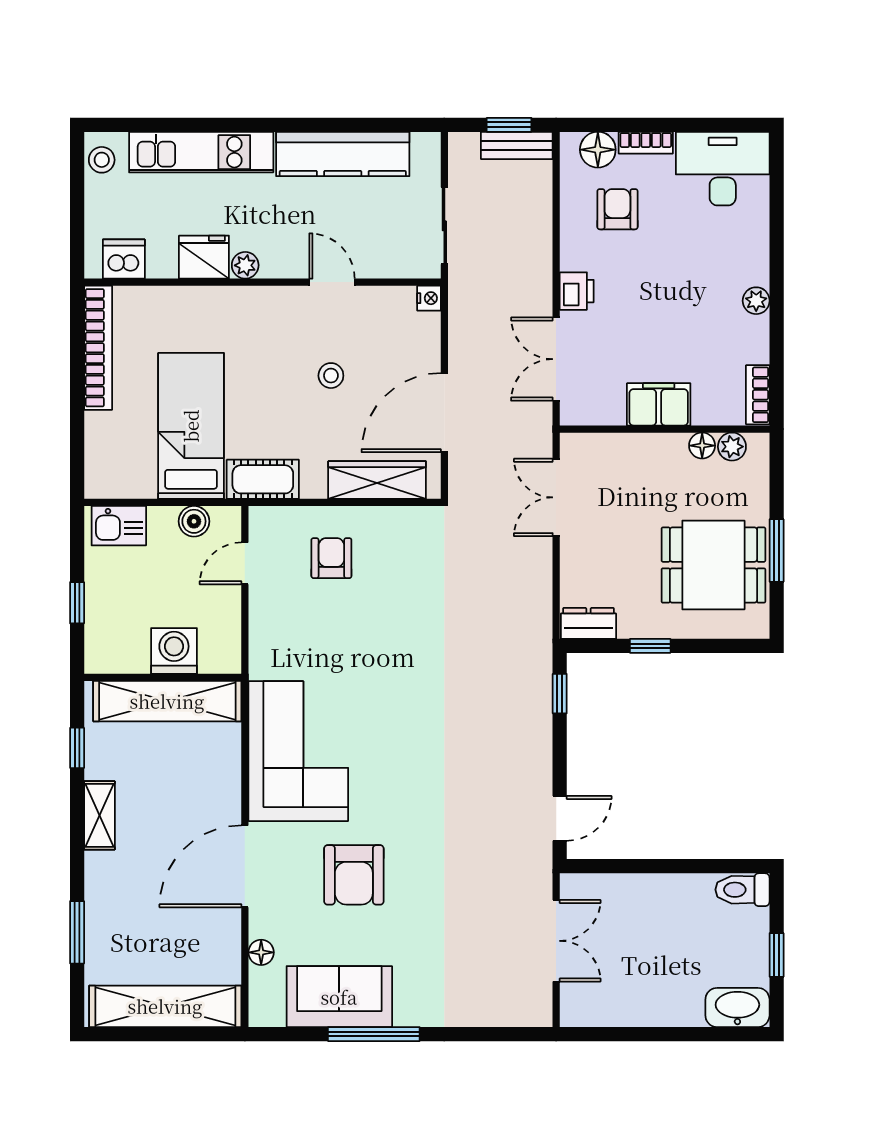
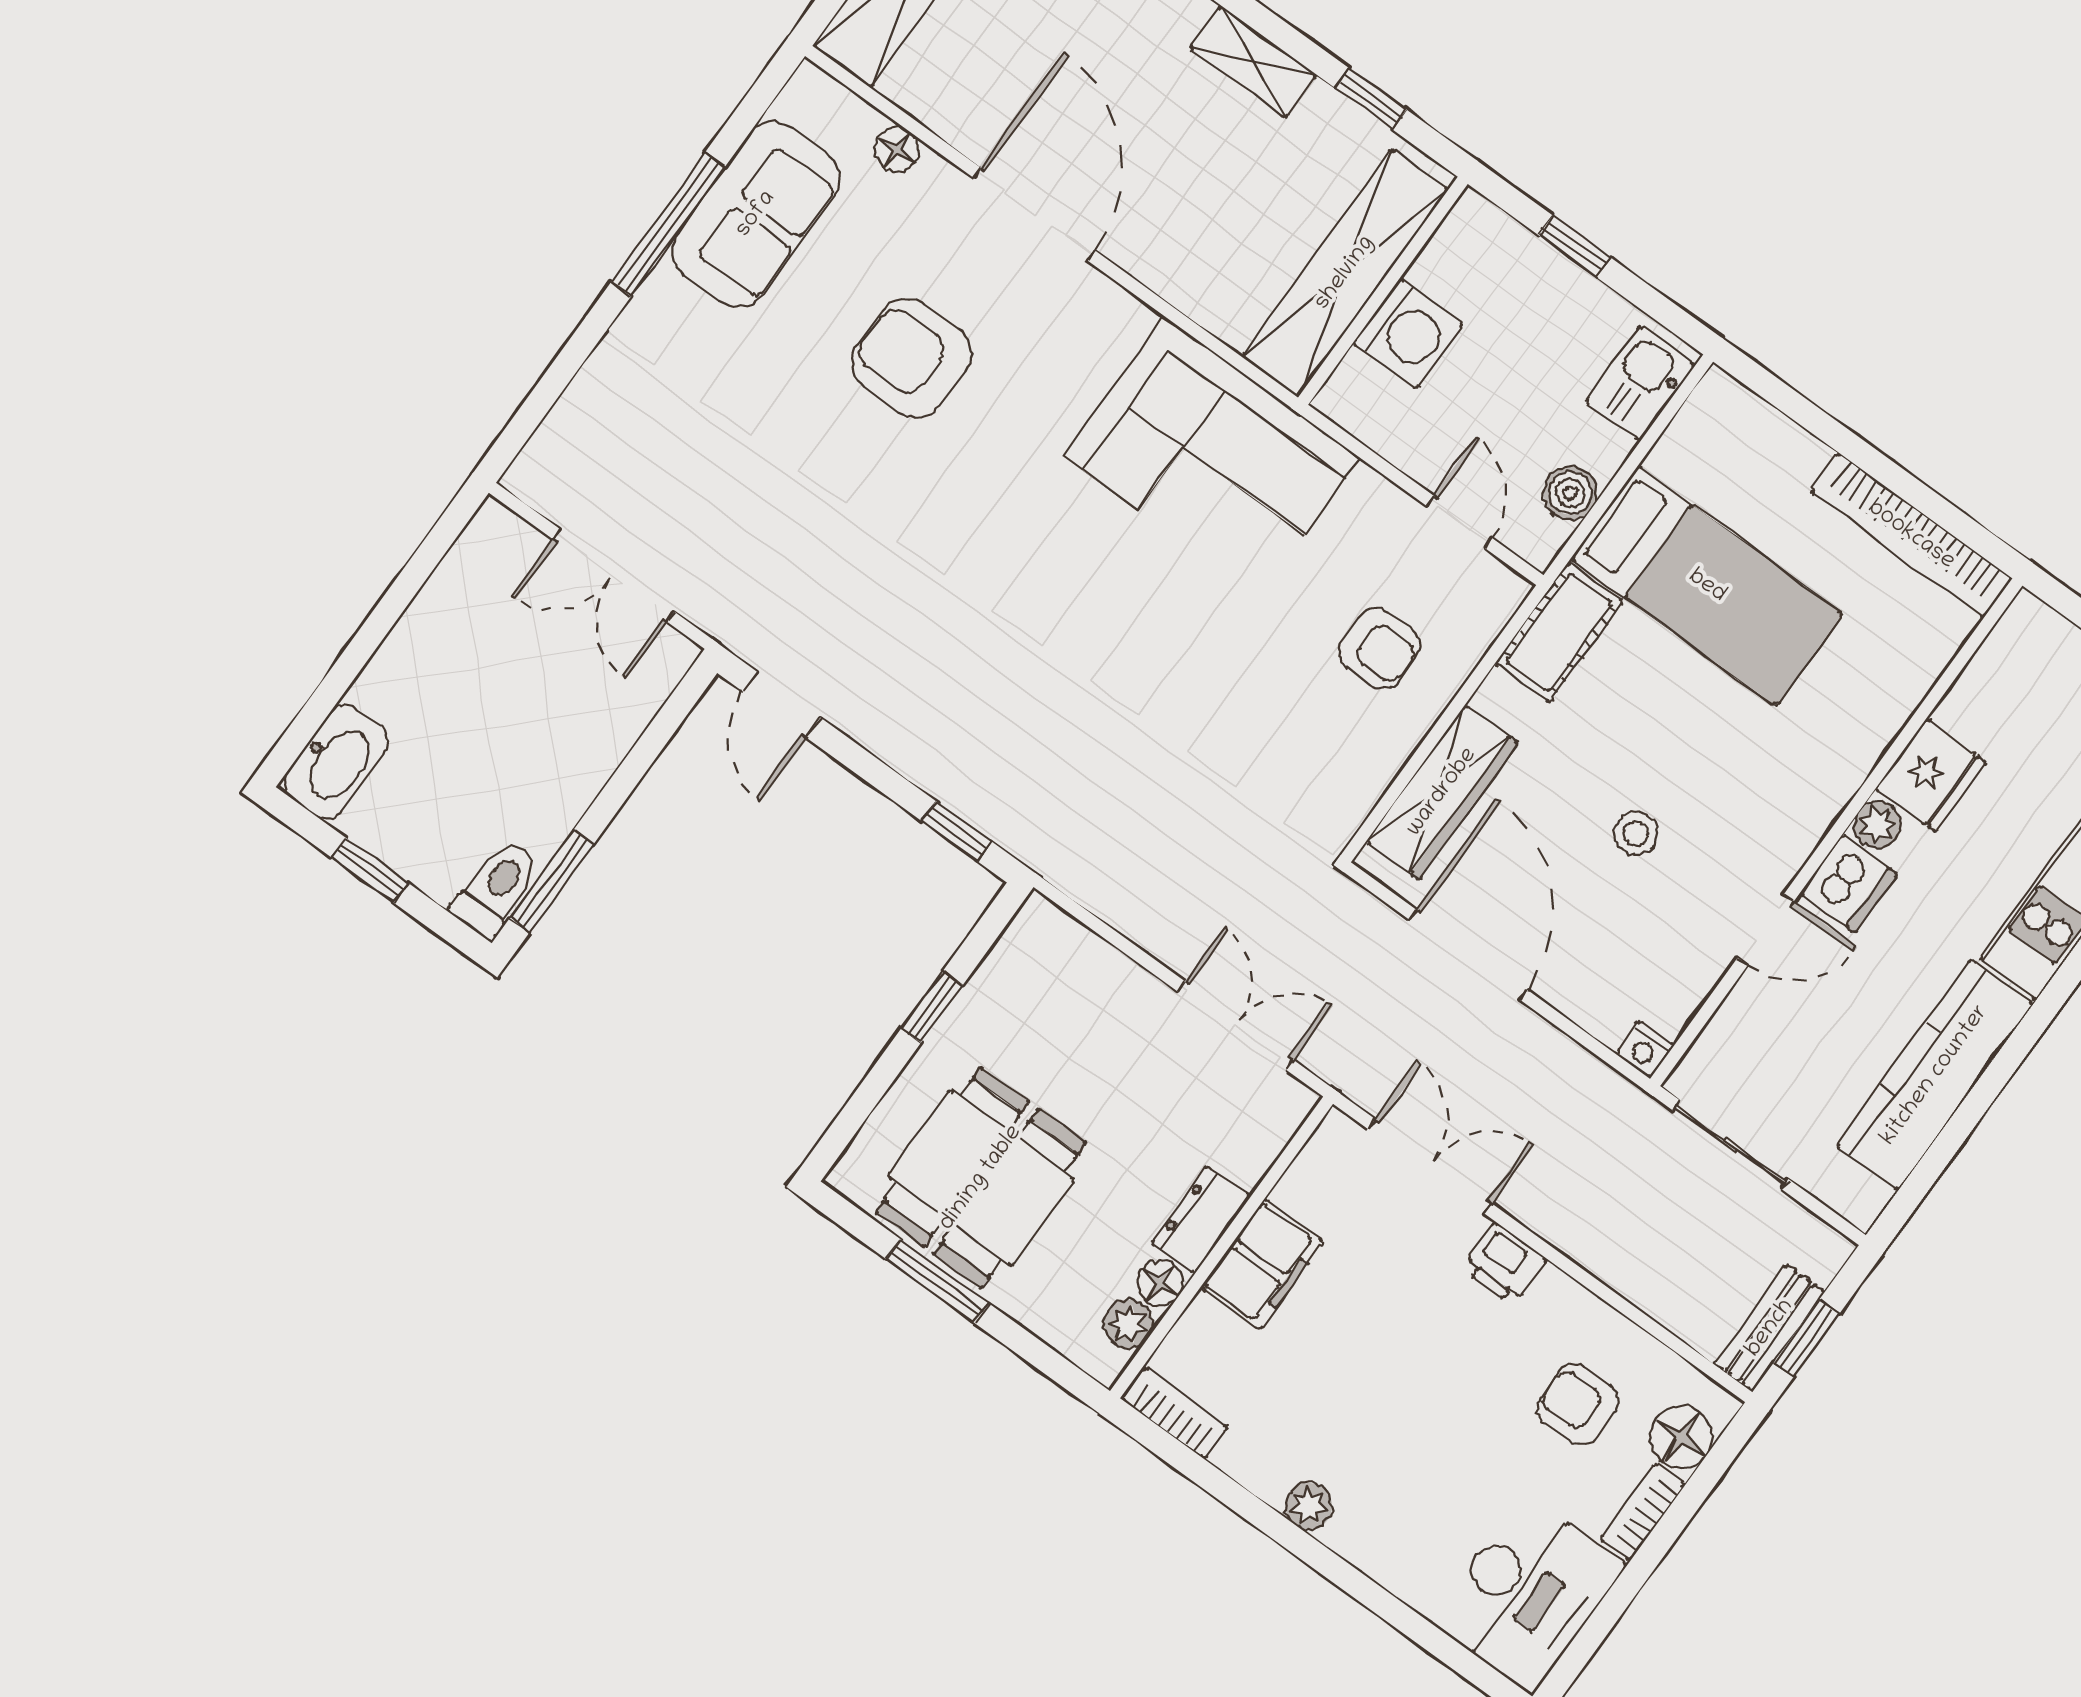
armchair: (617, 209) -> (1578, 1405), turned 180
dishwasher: (124, 259) -> (1848, 884), moved
dresser: (588, 623) -> (1201, 1220), moved, turned 180
corner sofa: (298, 751) -> (1212, 457), moved
window: (720, 866) -> (552, 881), added

